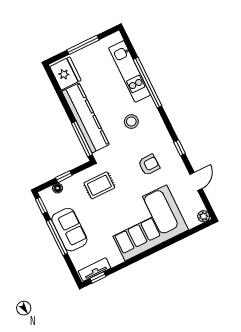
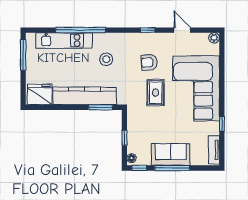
window: (83, 45) -> (23, 55), moved
window: (82, 139) -> (101, 107), width x0.69
armchair: (149, 165) -> (149, 62), turned -93
rug: (99, 185) -> (156, 93), moved
floor lamp: (58, 188) -> (132, 158), moved
window: (98, 277) -> (222, 124), moved

